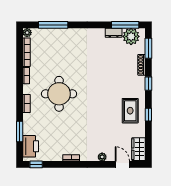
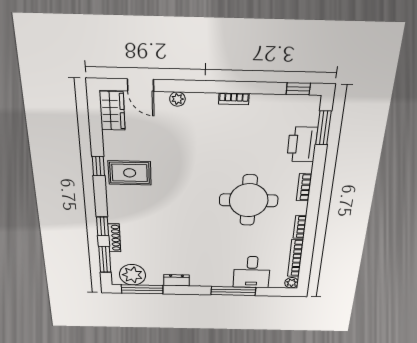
window: (53, 25) -> (233, 291), moved
dresser: (114, 33) -> (177, 280), moved
desk: (54, 40) -> (252, 272), added
window: (148, 84) -> (103, 226), moved
rug: (130, 111) -> (130, 173), turned 90
window: (20, 132) -> (323, 128), moved
printer: (31, 146) -> (302, 144), moved

